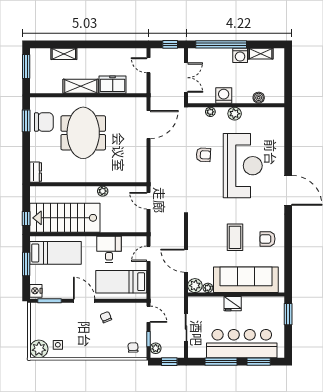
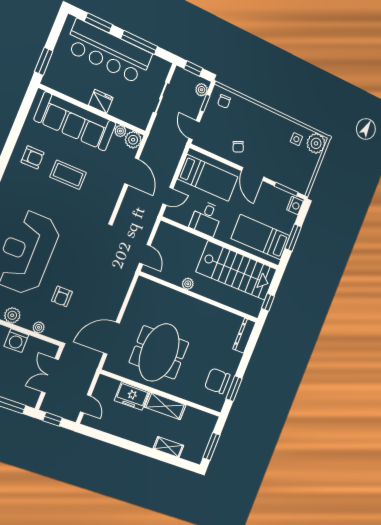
meeting table: (83, 133) -> (159, 352), moved
armchair: (203, 155) -> (62, 296), moved, turned -93
dresser: (36, 172) -> (244, 336), width x1.44
window: (26, 219) -> (268, 302), moved
coffee table: (235, 237) -> (68, 175), turned 90

